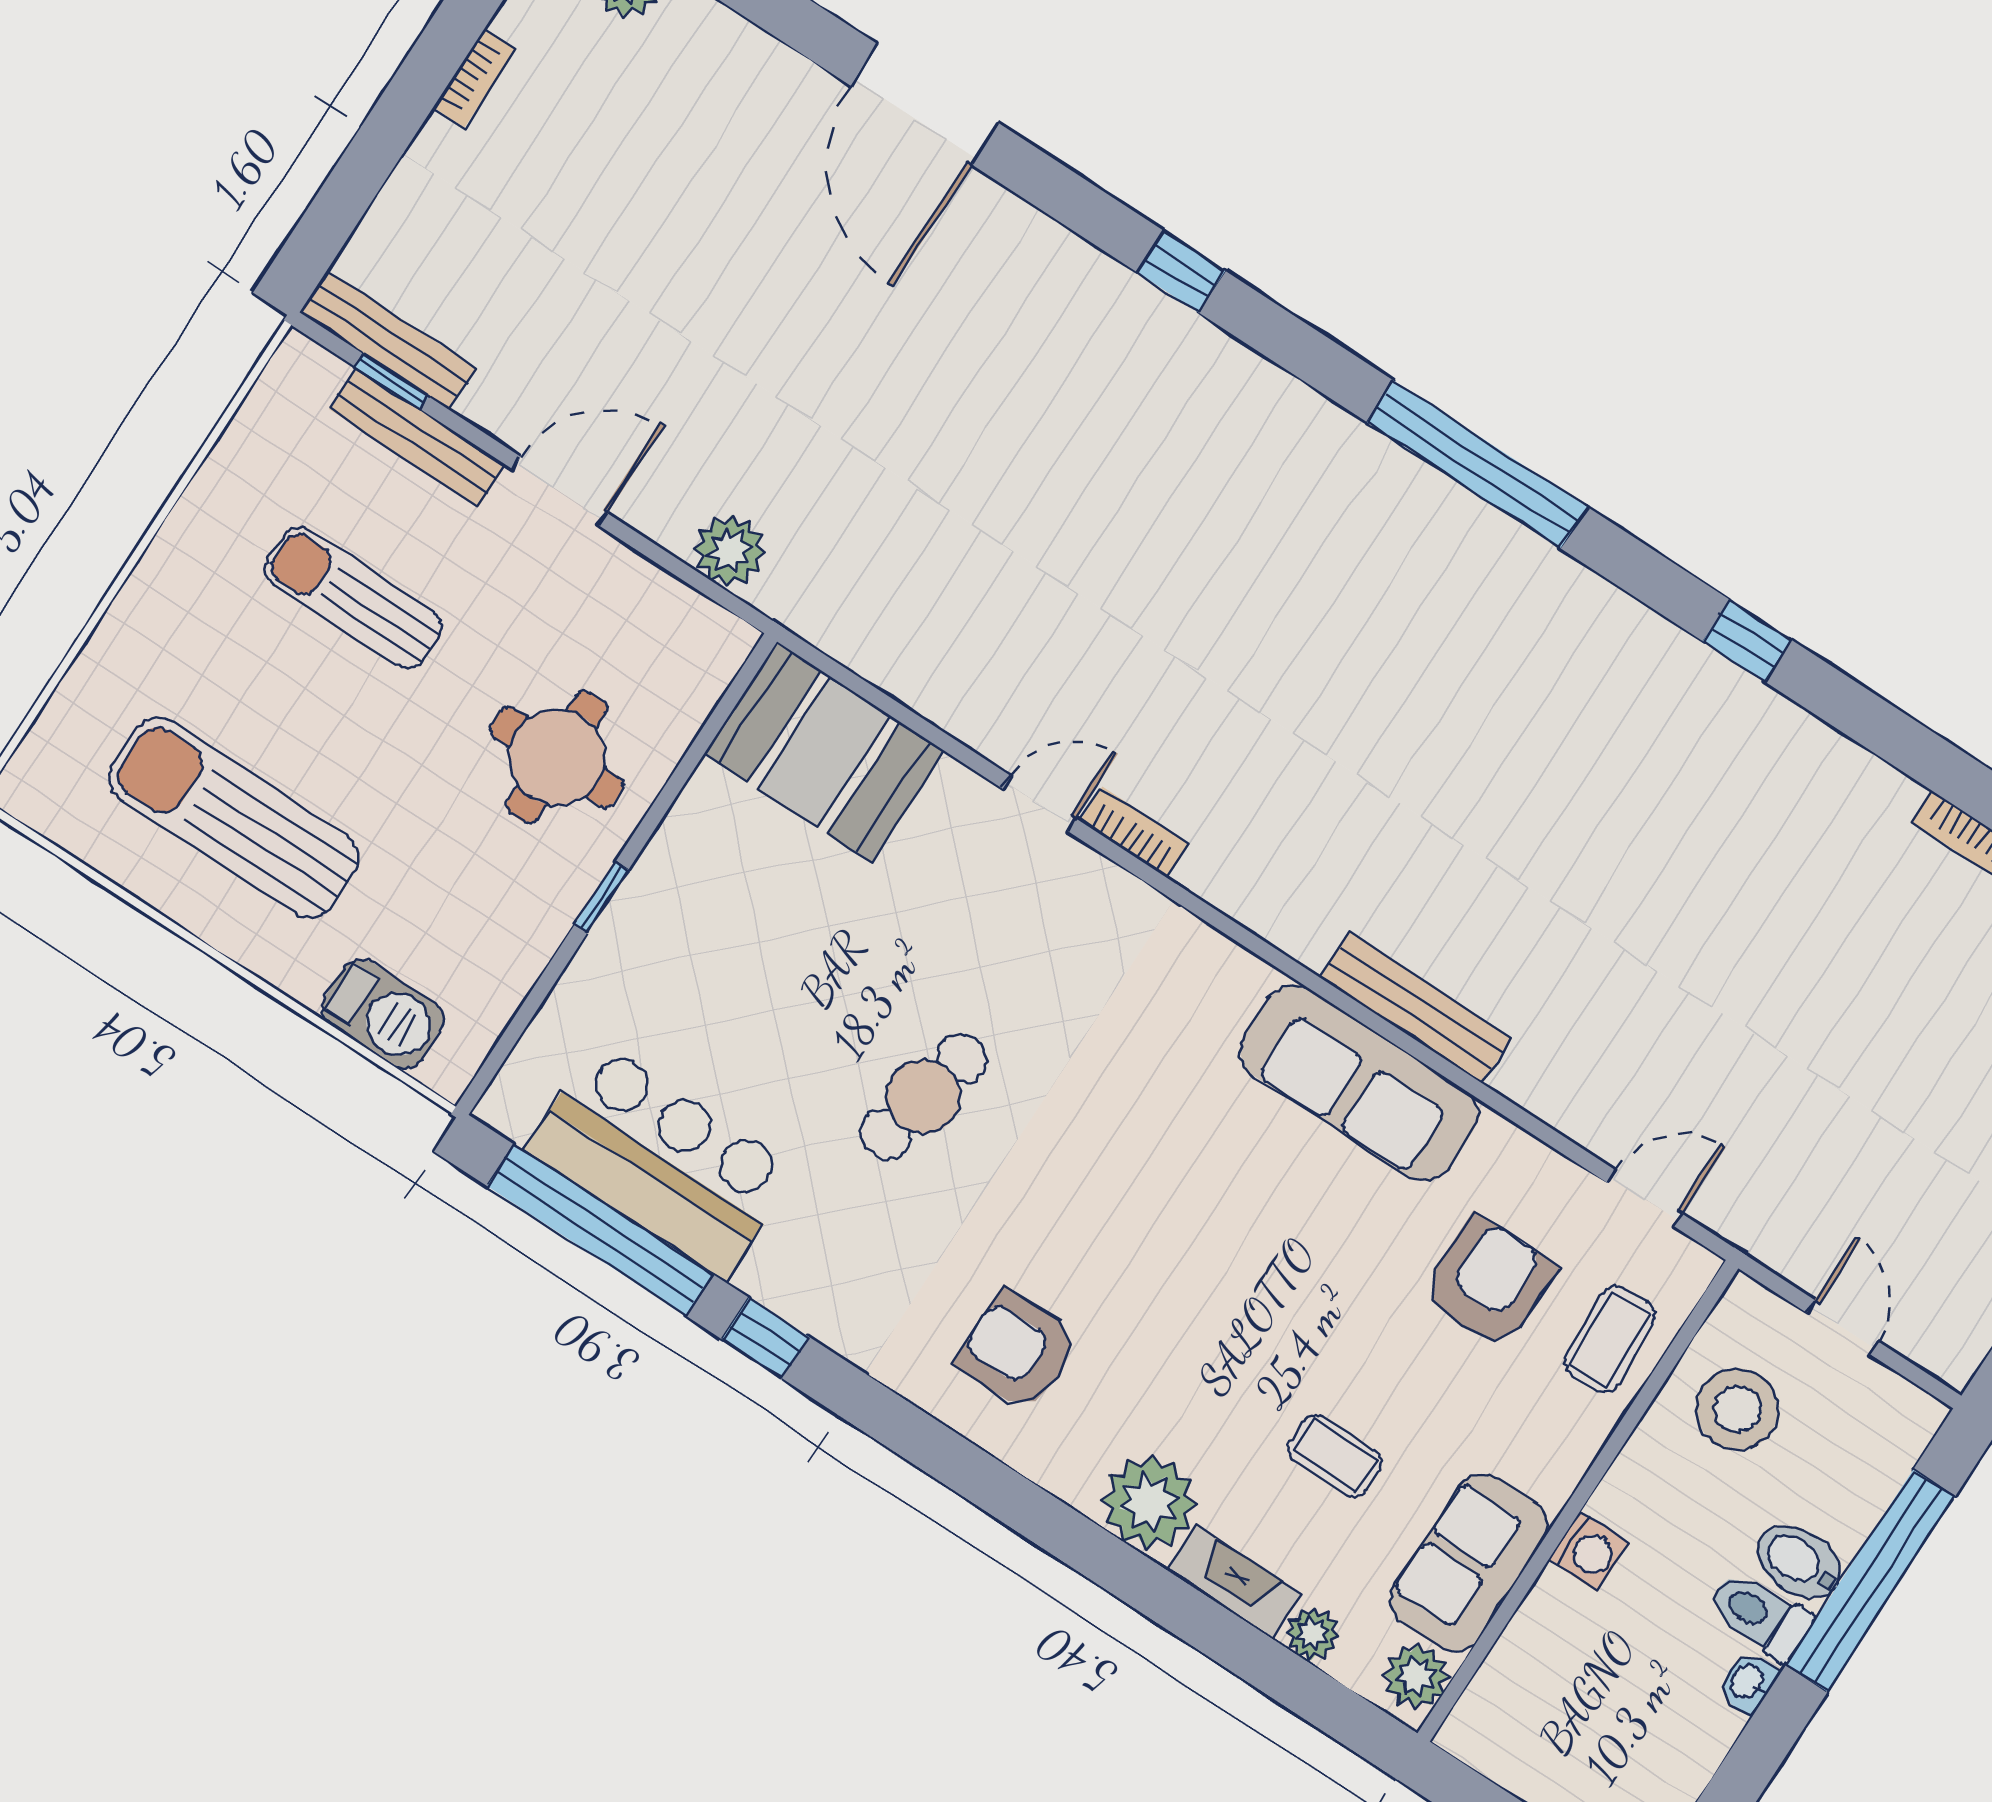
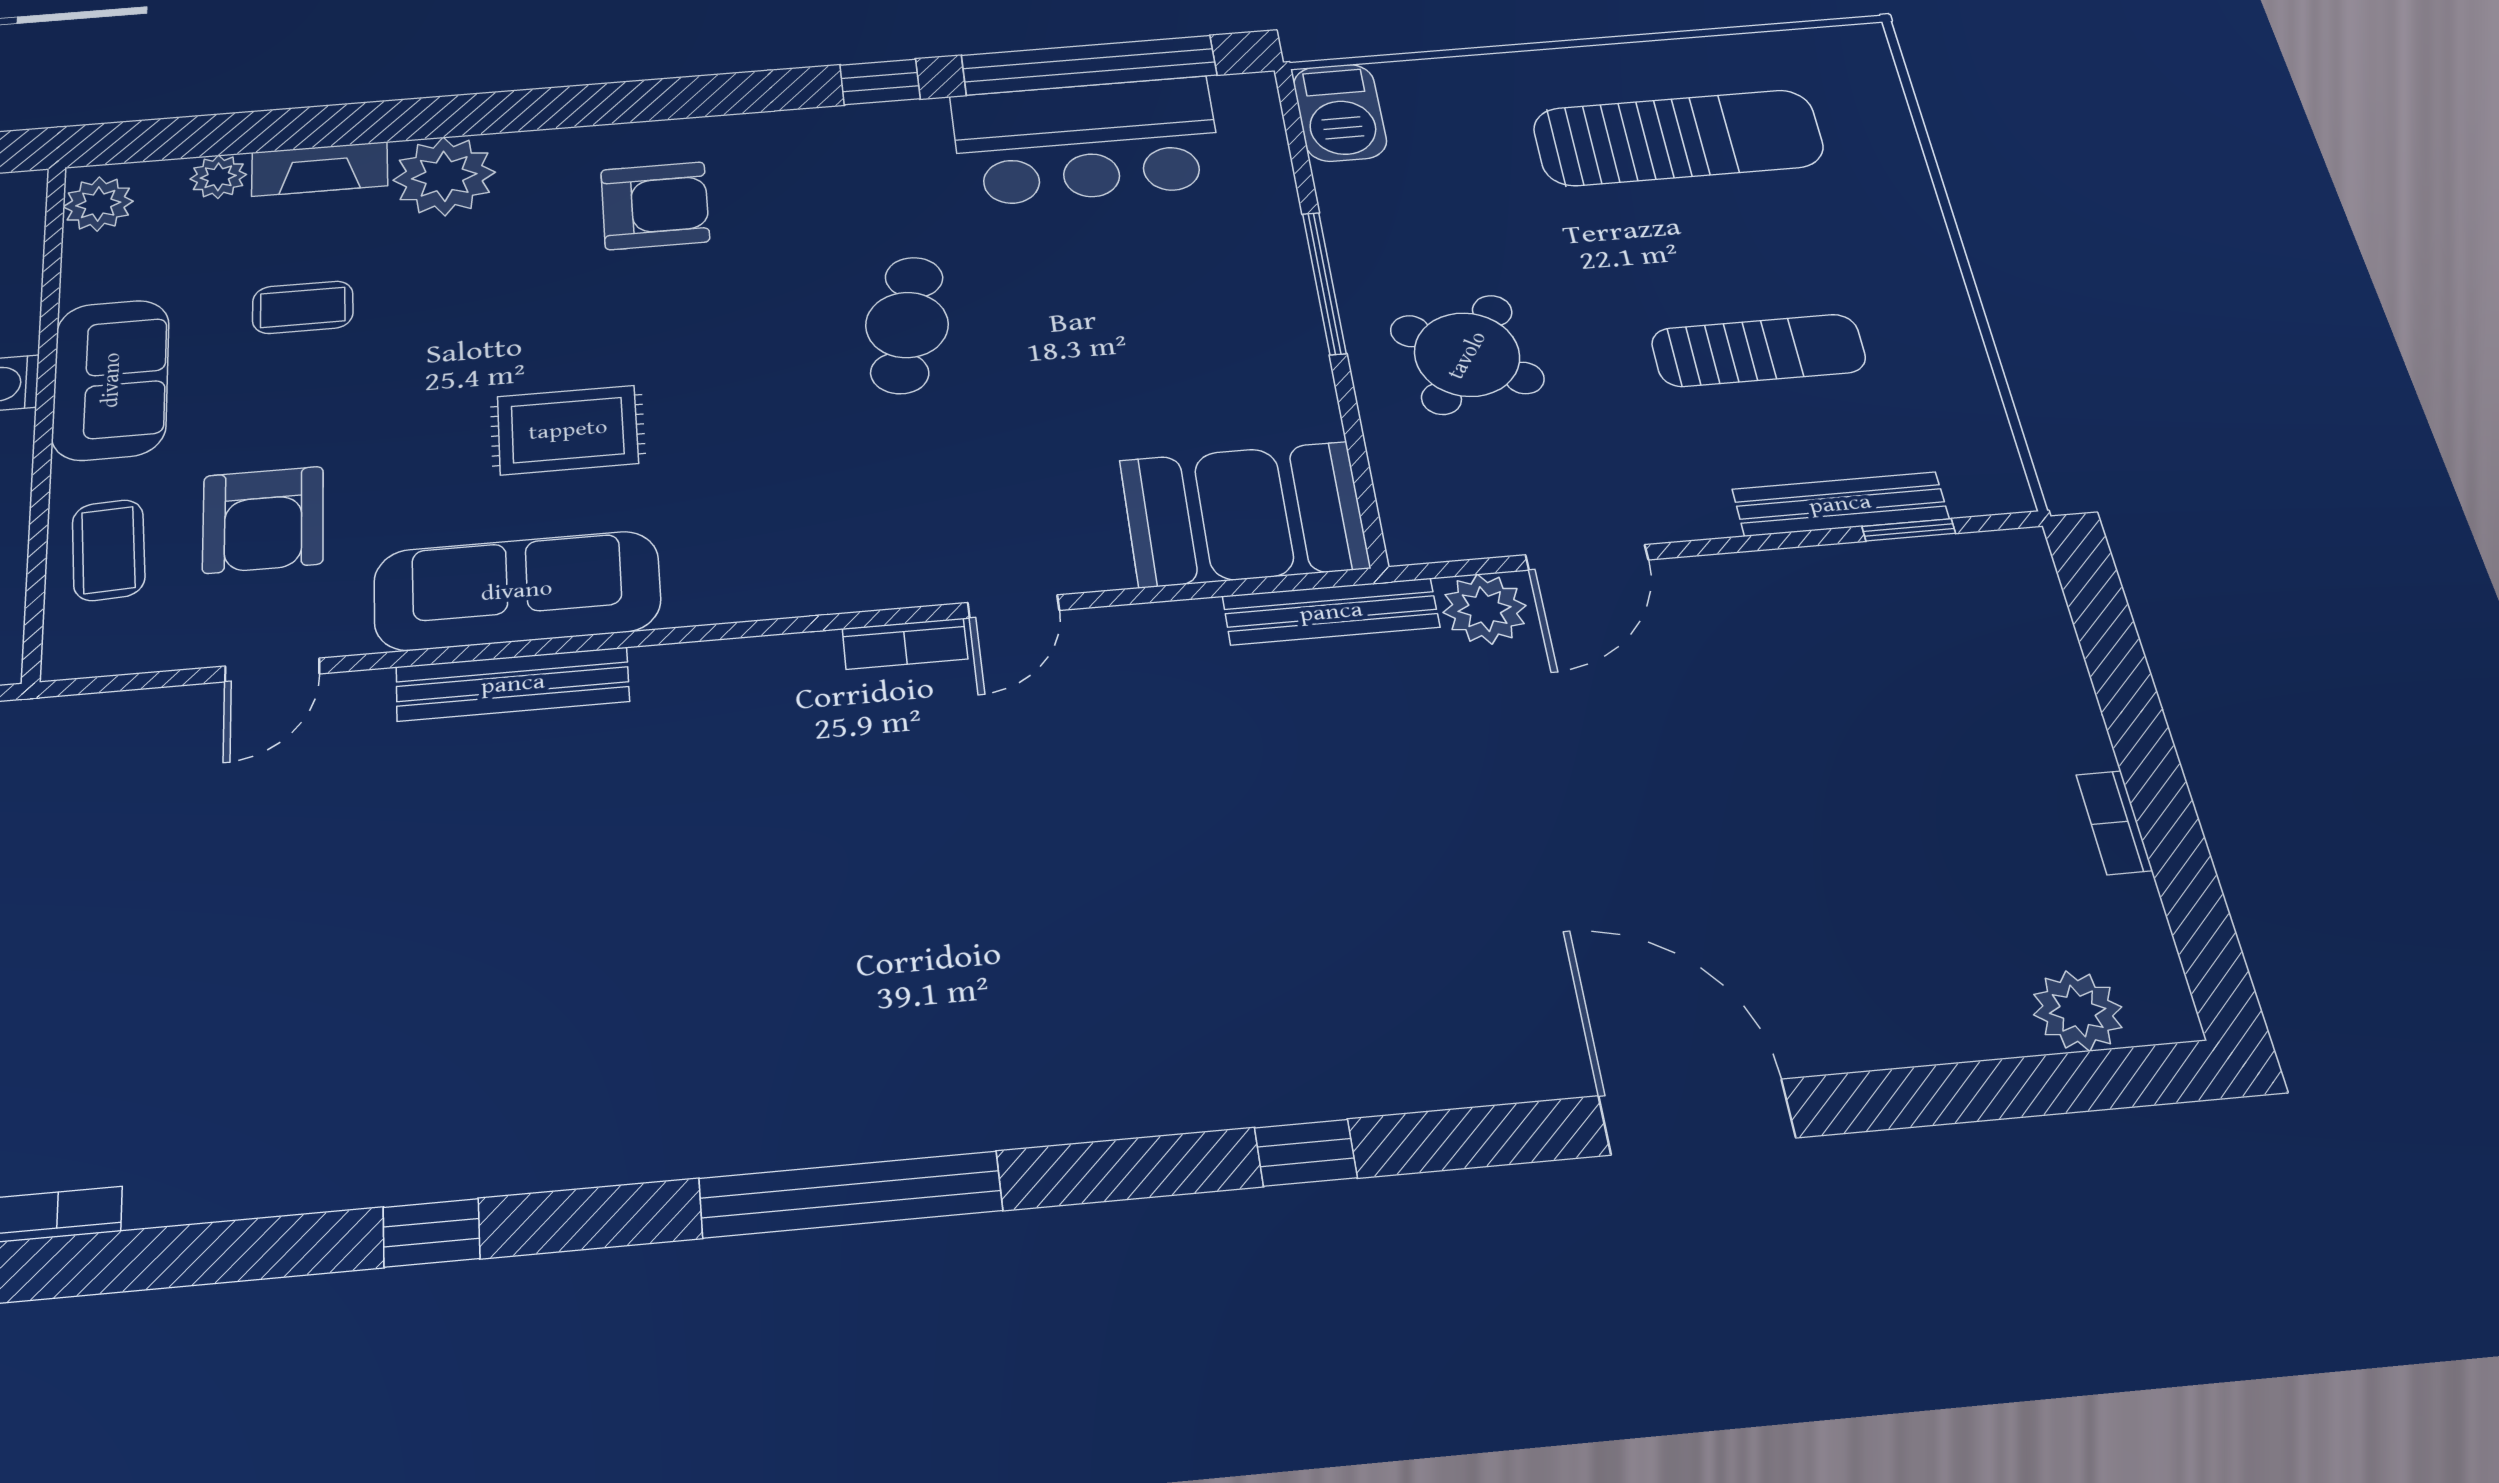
bench: (388, 340) -> (1331, 612), moved
door: (560, 491) -> (1587, 557), moved
round table: (557, 757) -> (1467, 355), turned 34
window: (602, 897) -> (1324, 283), width x2.17
barbecue: (383, 1014) -> (1340, 113), moved, turned -90
rug: (1227, 1194) -> (568, 430), added
door: (1645, 1198) -> (272, 670), moved
sofa: (1469, 1563) -> (111, 380), moved

